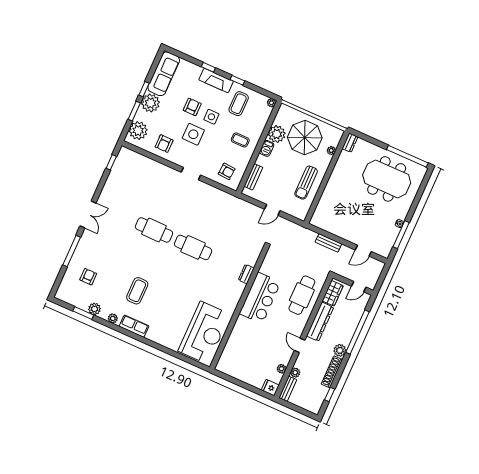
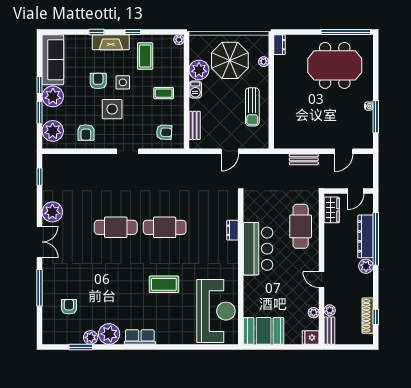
plant: (109, 195) -> (52, 212), added
coffee table: (137, 291) -> (164, 284), moved, turned 90
plant: (113, 318) -> (109, 334), width x1.87, depth x1.87
dresser: (320, 322) -> (365, 236), moved, turned 180
booth: (235, 366) -> (264, 331), added
shoe rack: (332, 372) -> (368, 316), moved

